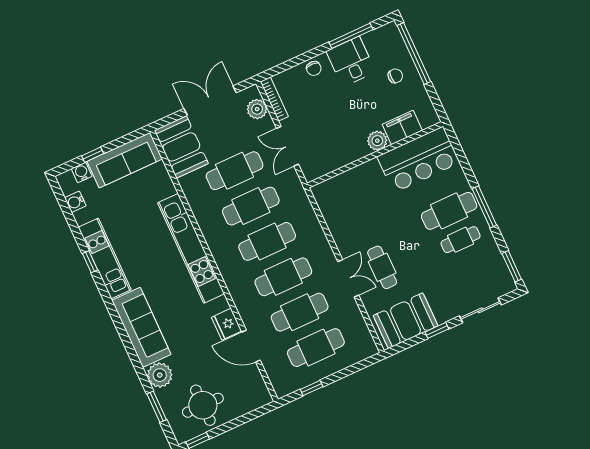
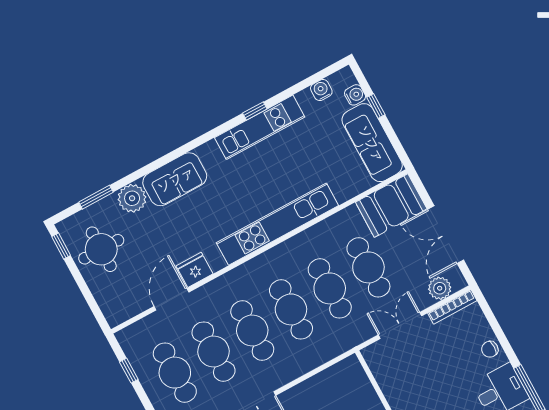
double door: (210, 101) -> (446, 235), swing flipped
sofa: (141, 327) -> (175, 179), width x0.73

